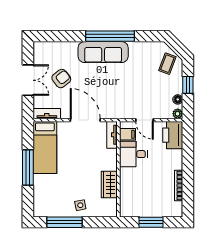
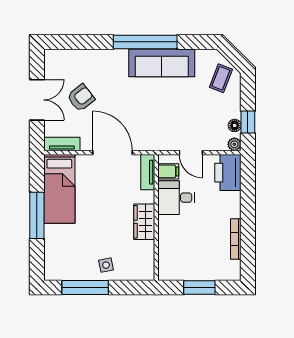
sofa: (103, 52) -> (162, 63), moved
window: (188, 85) -> (248, 122), moved
wardrobe: (109, 184) -> (144, 222), moved

